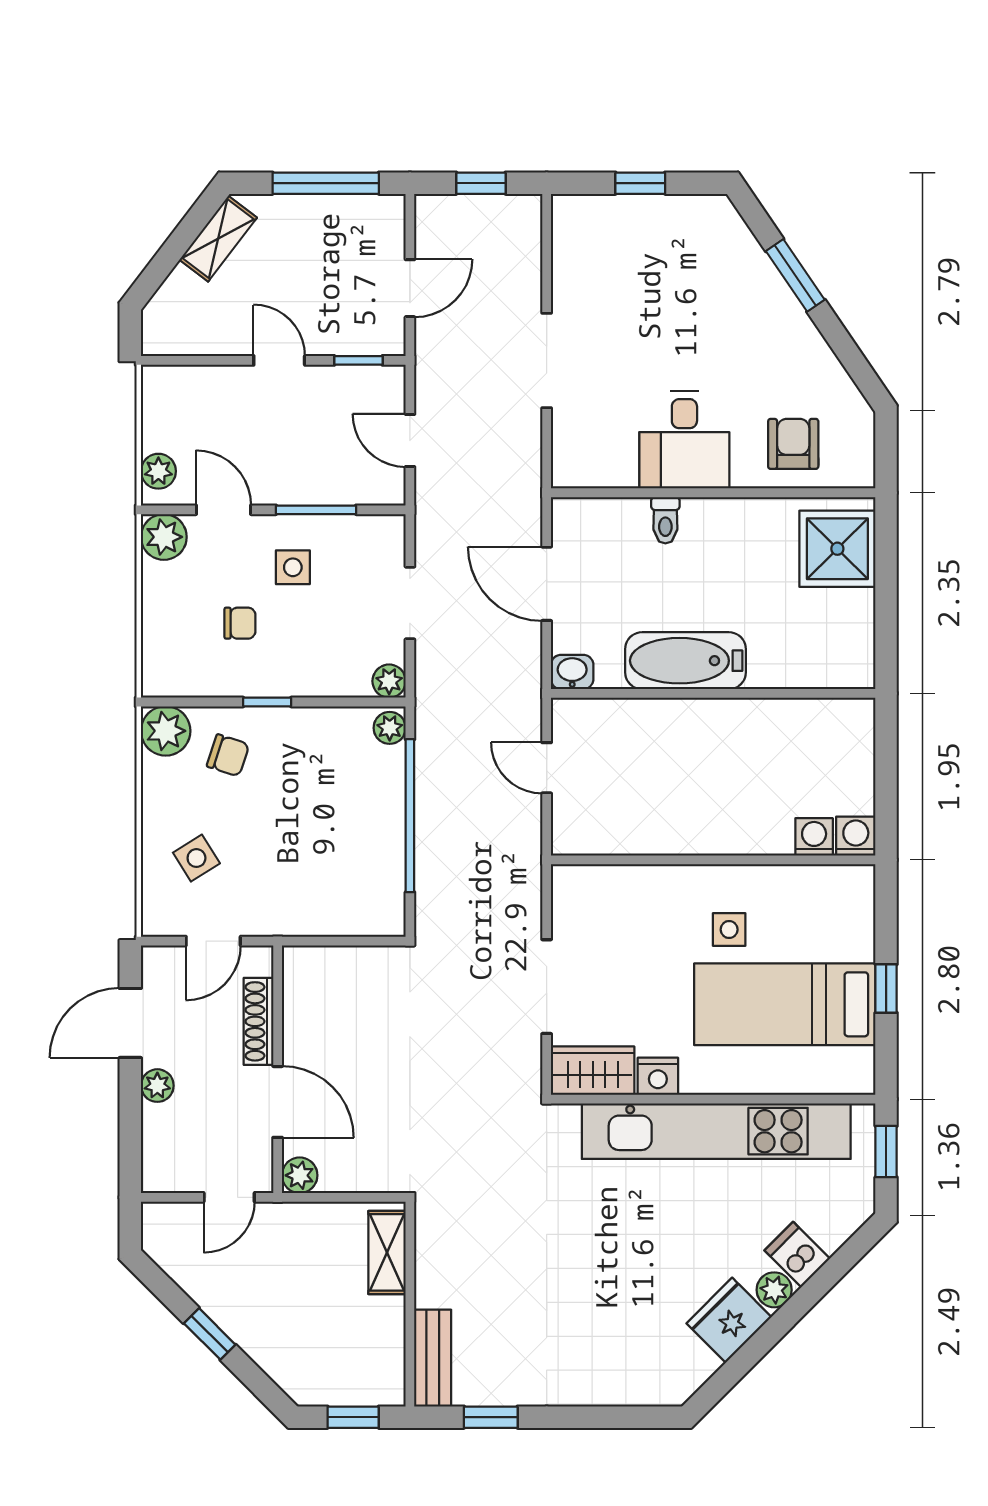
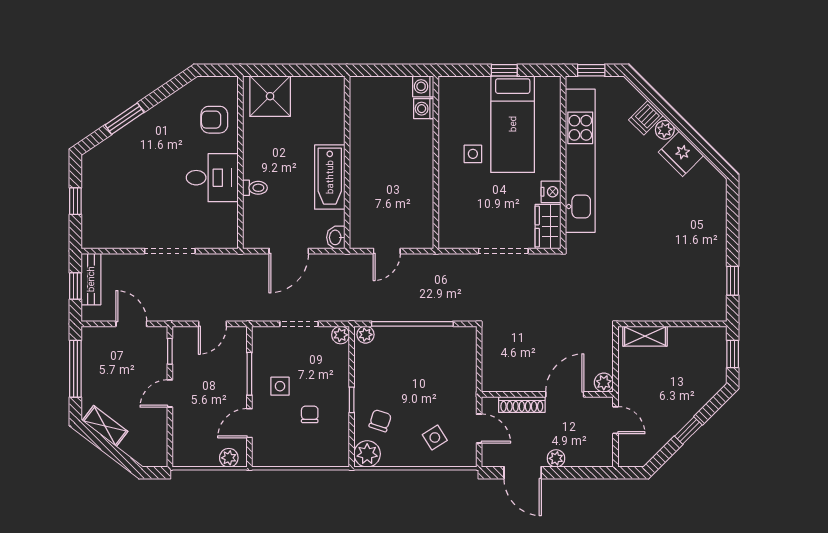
plant: (164, 537) -> (264, 455), removed
bench: (433, 1358) -> (91, 279), moved, turned 90

